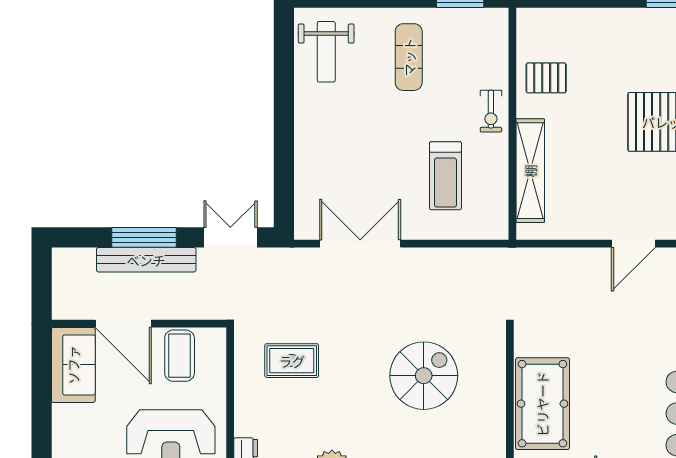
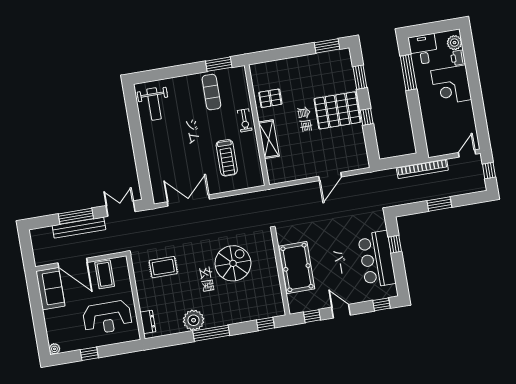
exercise mat: (409, 57) -> (211, 92), moved
shelving: (530, 171) -> (269, 139), width x0.68

